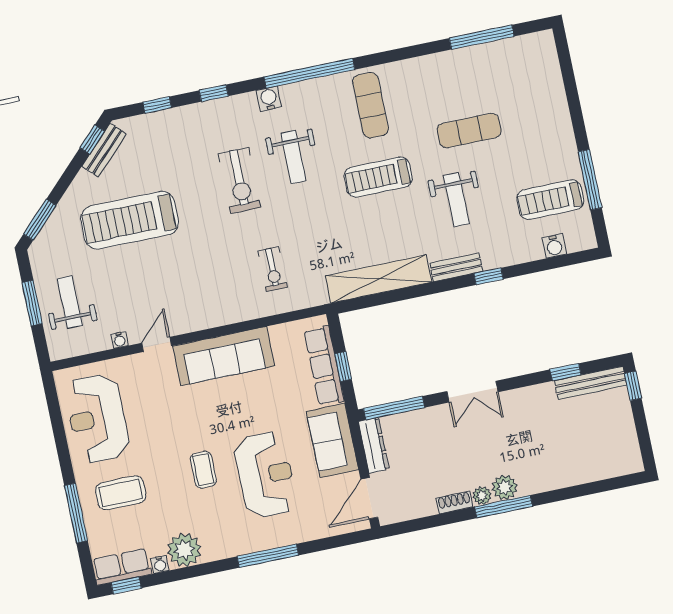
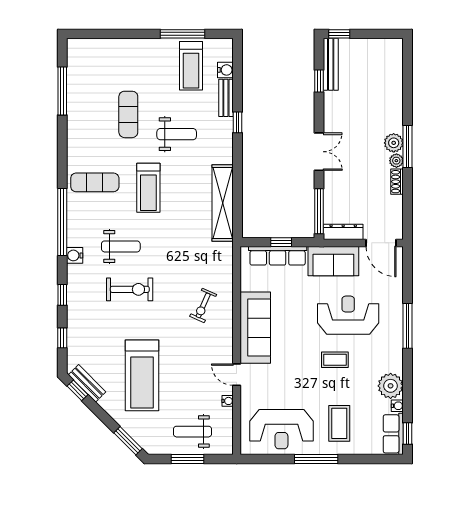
bench: (456, 267) -> (226, 98), moved
exercise bike: (273, 269) -> (203, 305), moved, turned 114
window: (76, 513) -> (316, 459), moved

